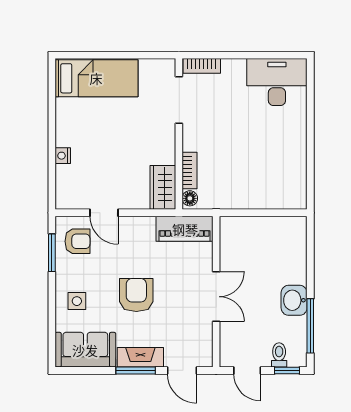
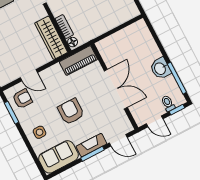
wardrobe: (163, 187) -> (51, 38), width x1.50
double door: (216, 297) -> (116, 89), width x1.37

